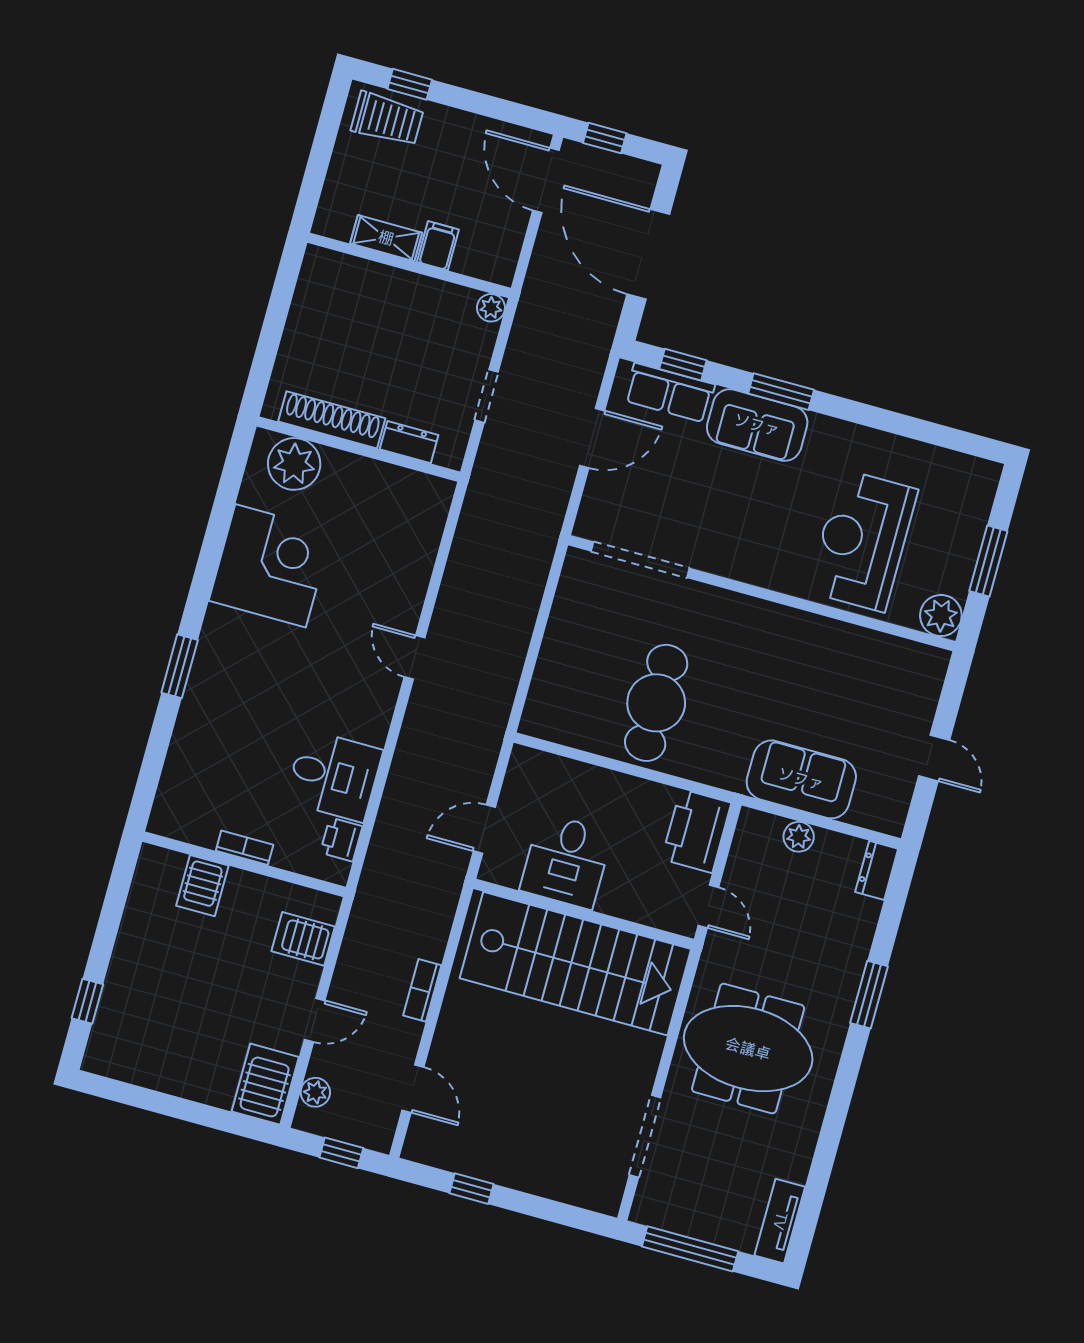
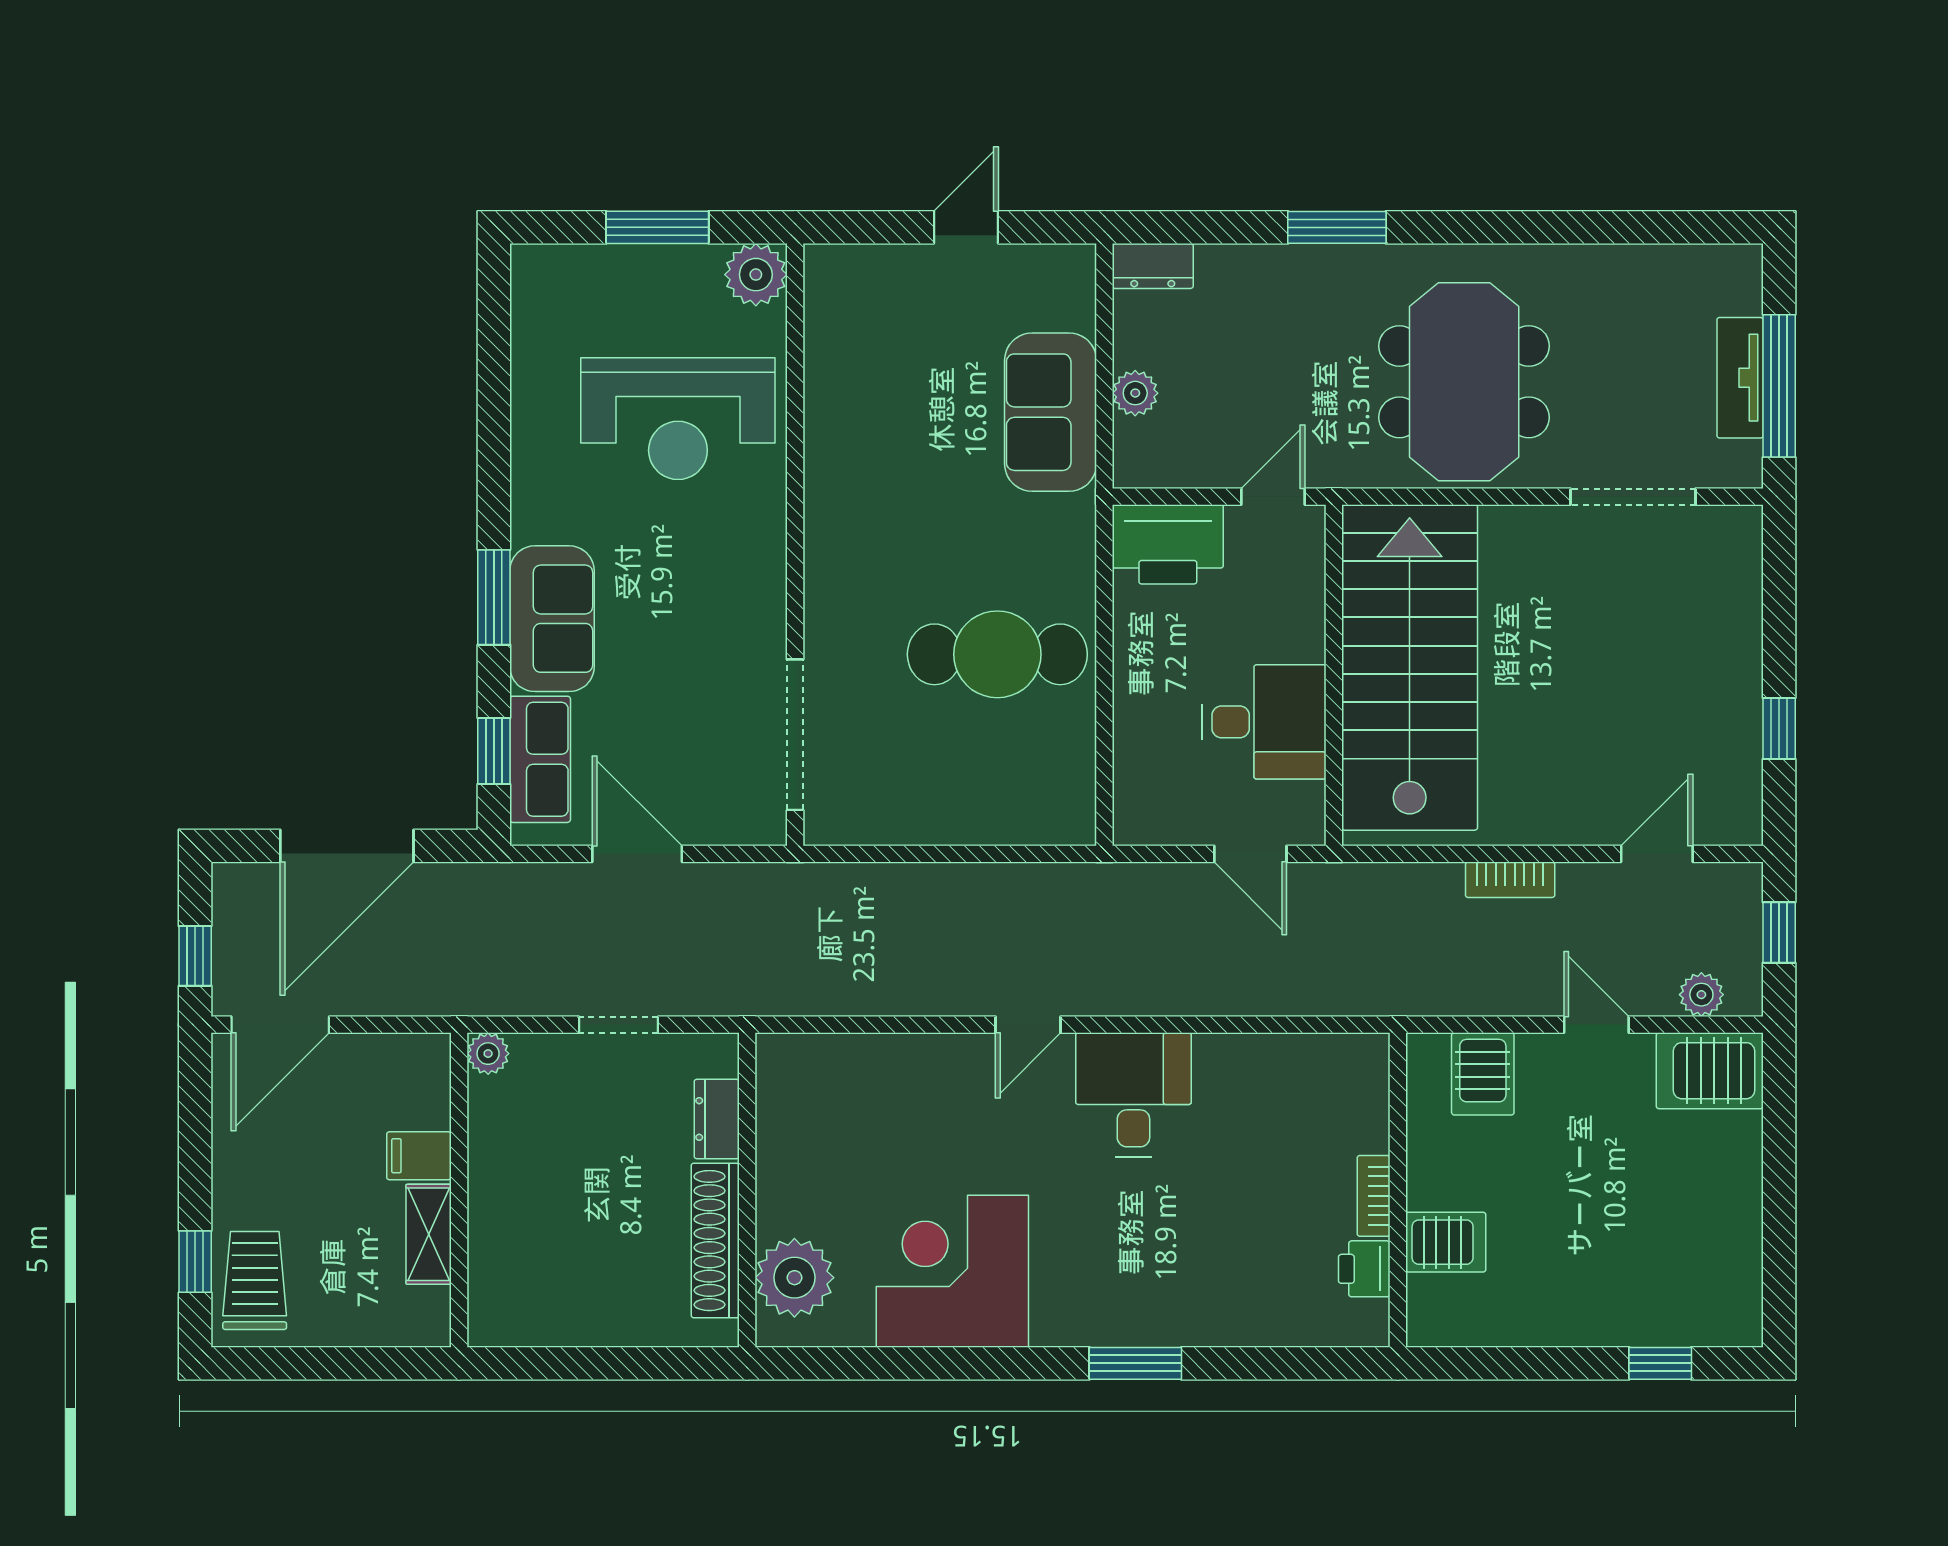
desk: (334, 776) -> (1133, 1095), moved
printer: (341, 839) -> (1364, 1269), moved, turned 90
tv unit: (780, 1221) -> (1740, 378), moved, turned 90

